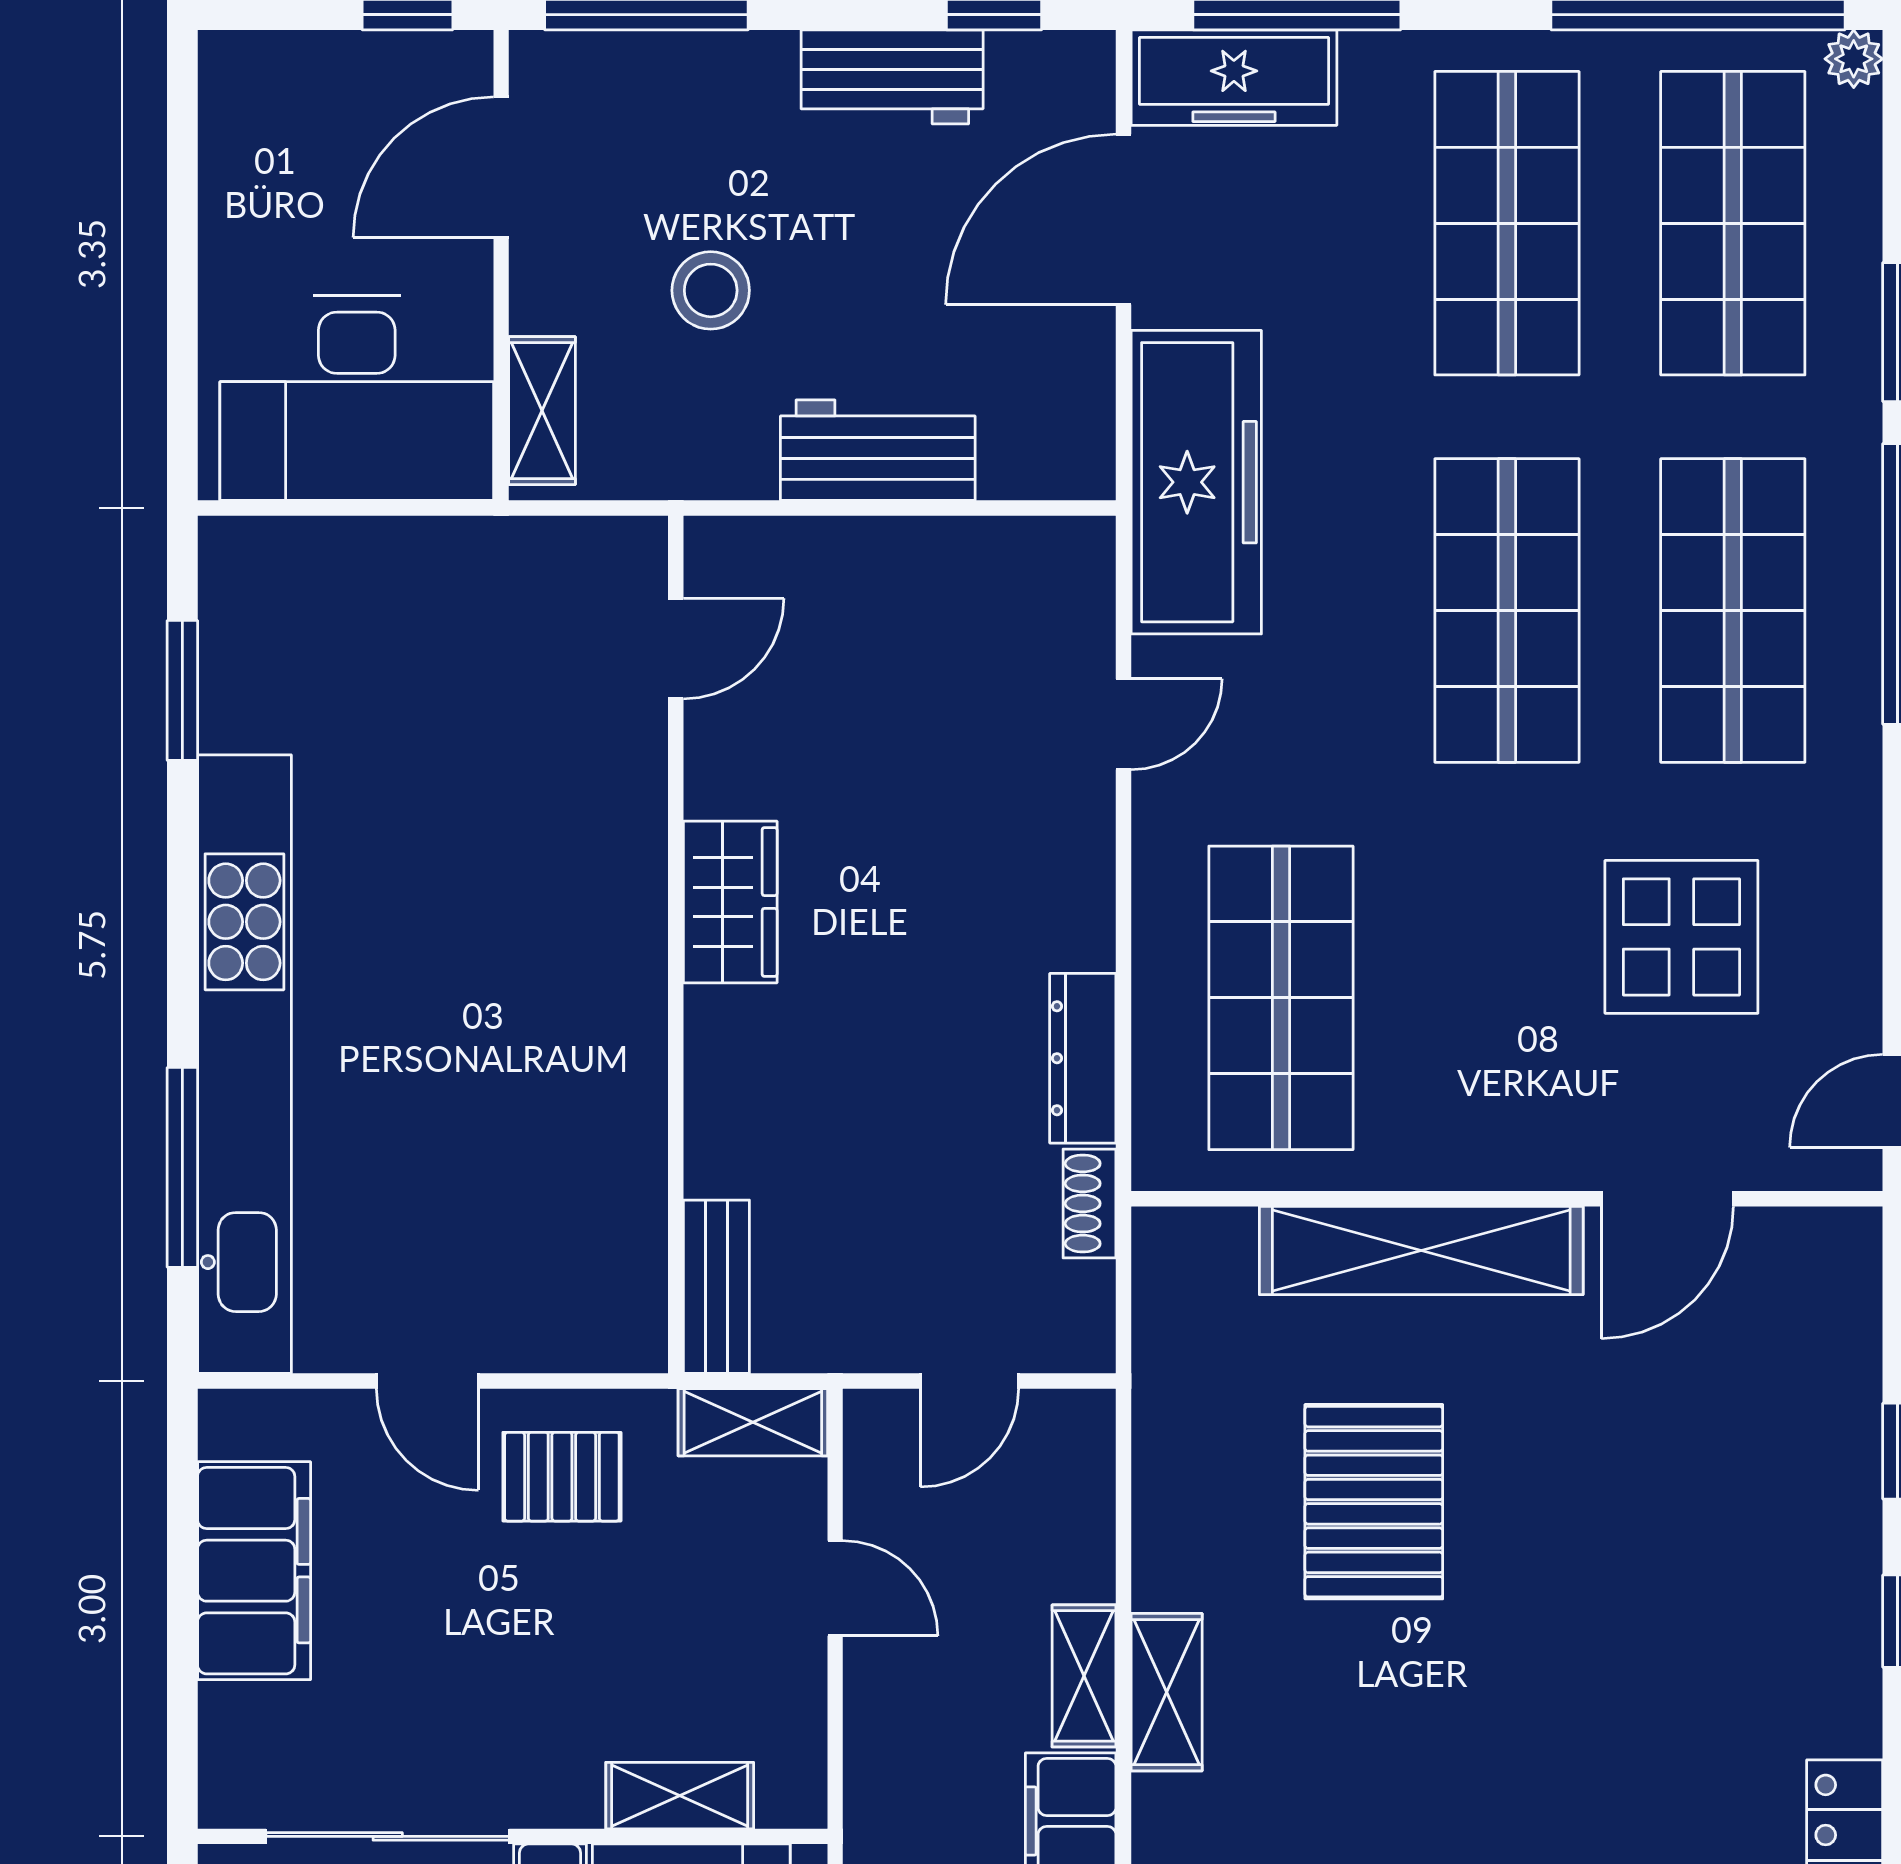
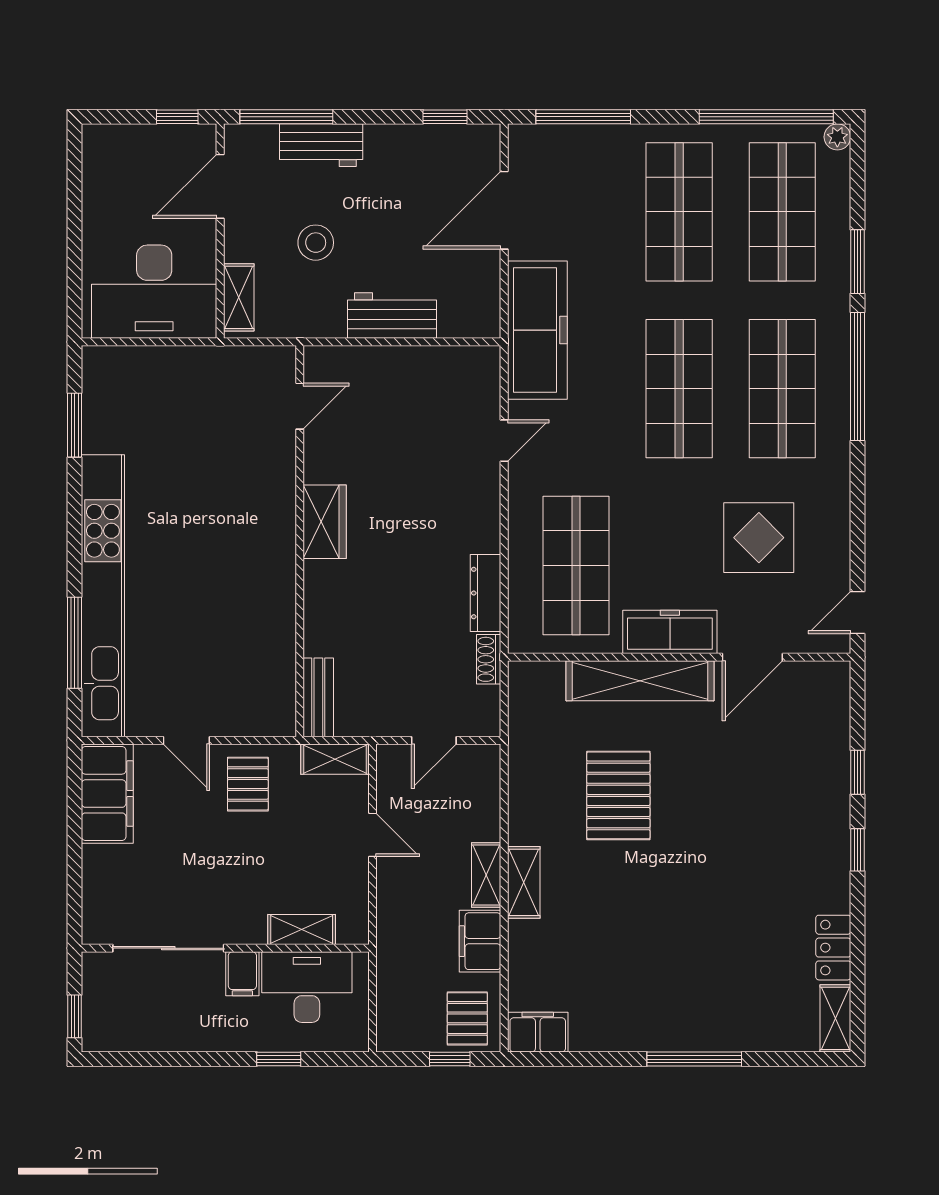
workbench: (892, 77) -> (321, 145), moved
freezer: (1234, 78) -> (670, 632), moved, turned 180
pallet: (562, 1477) -> (248, 784), turned 90
filing cabinet: (254, 1571) -> (107, 794), moved

